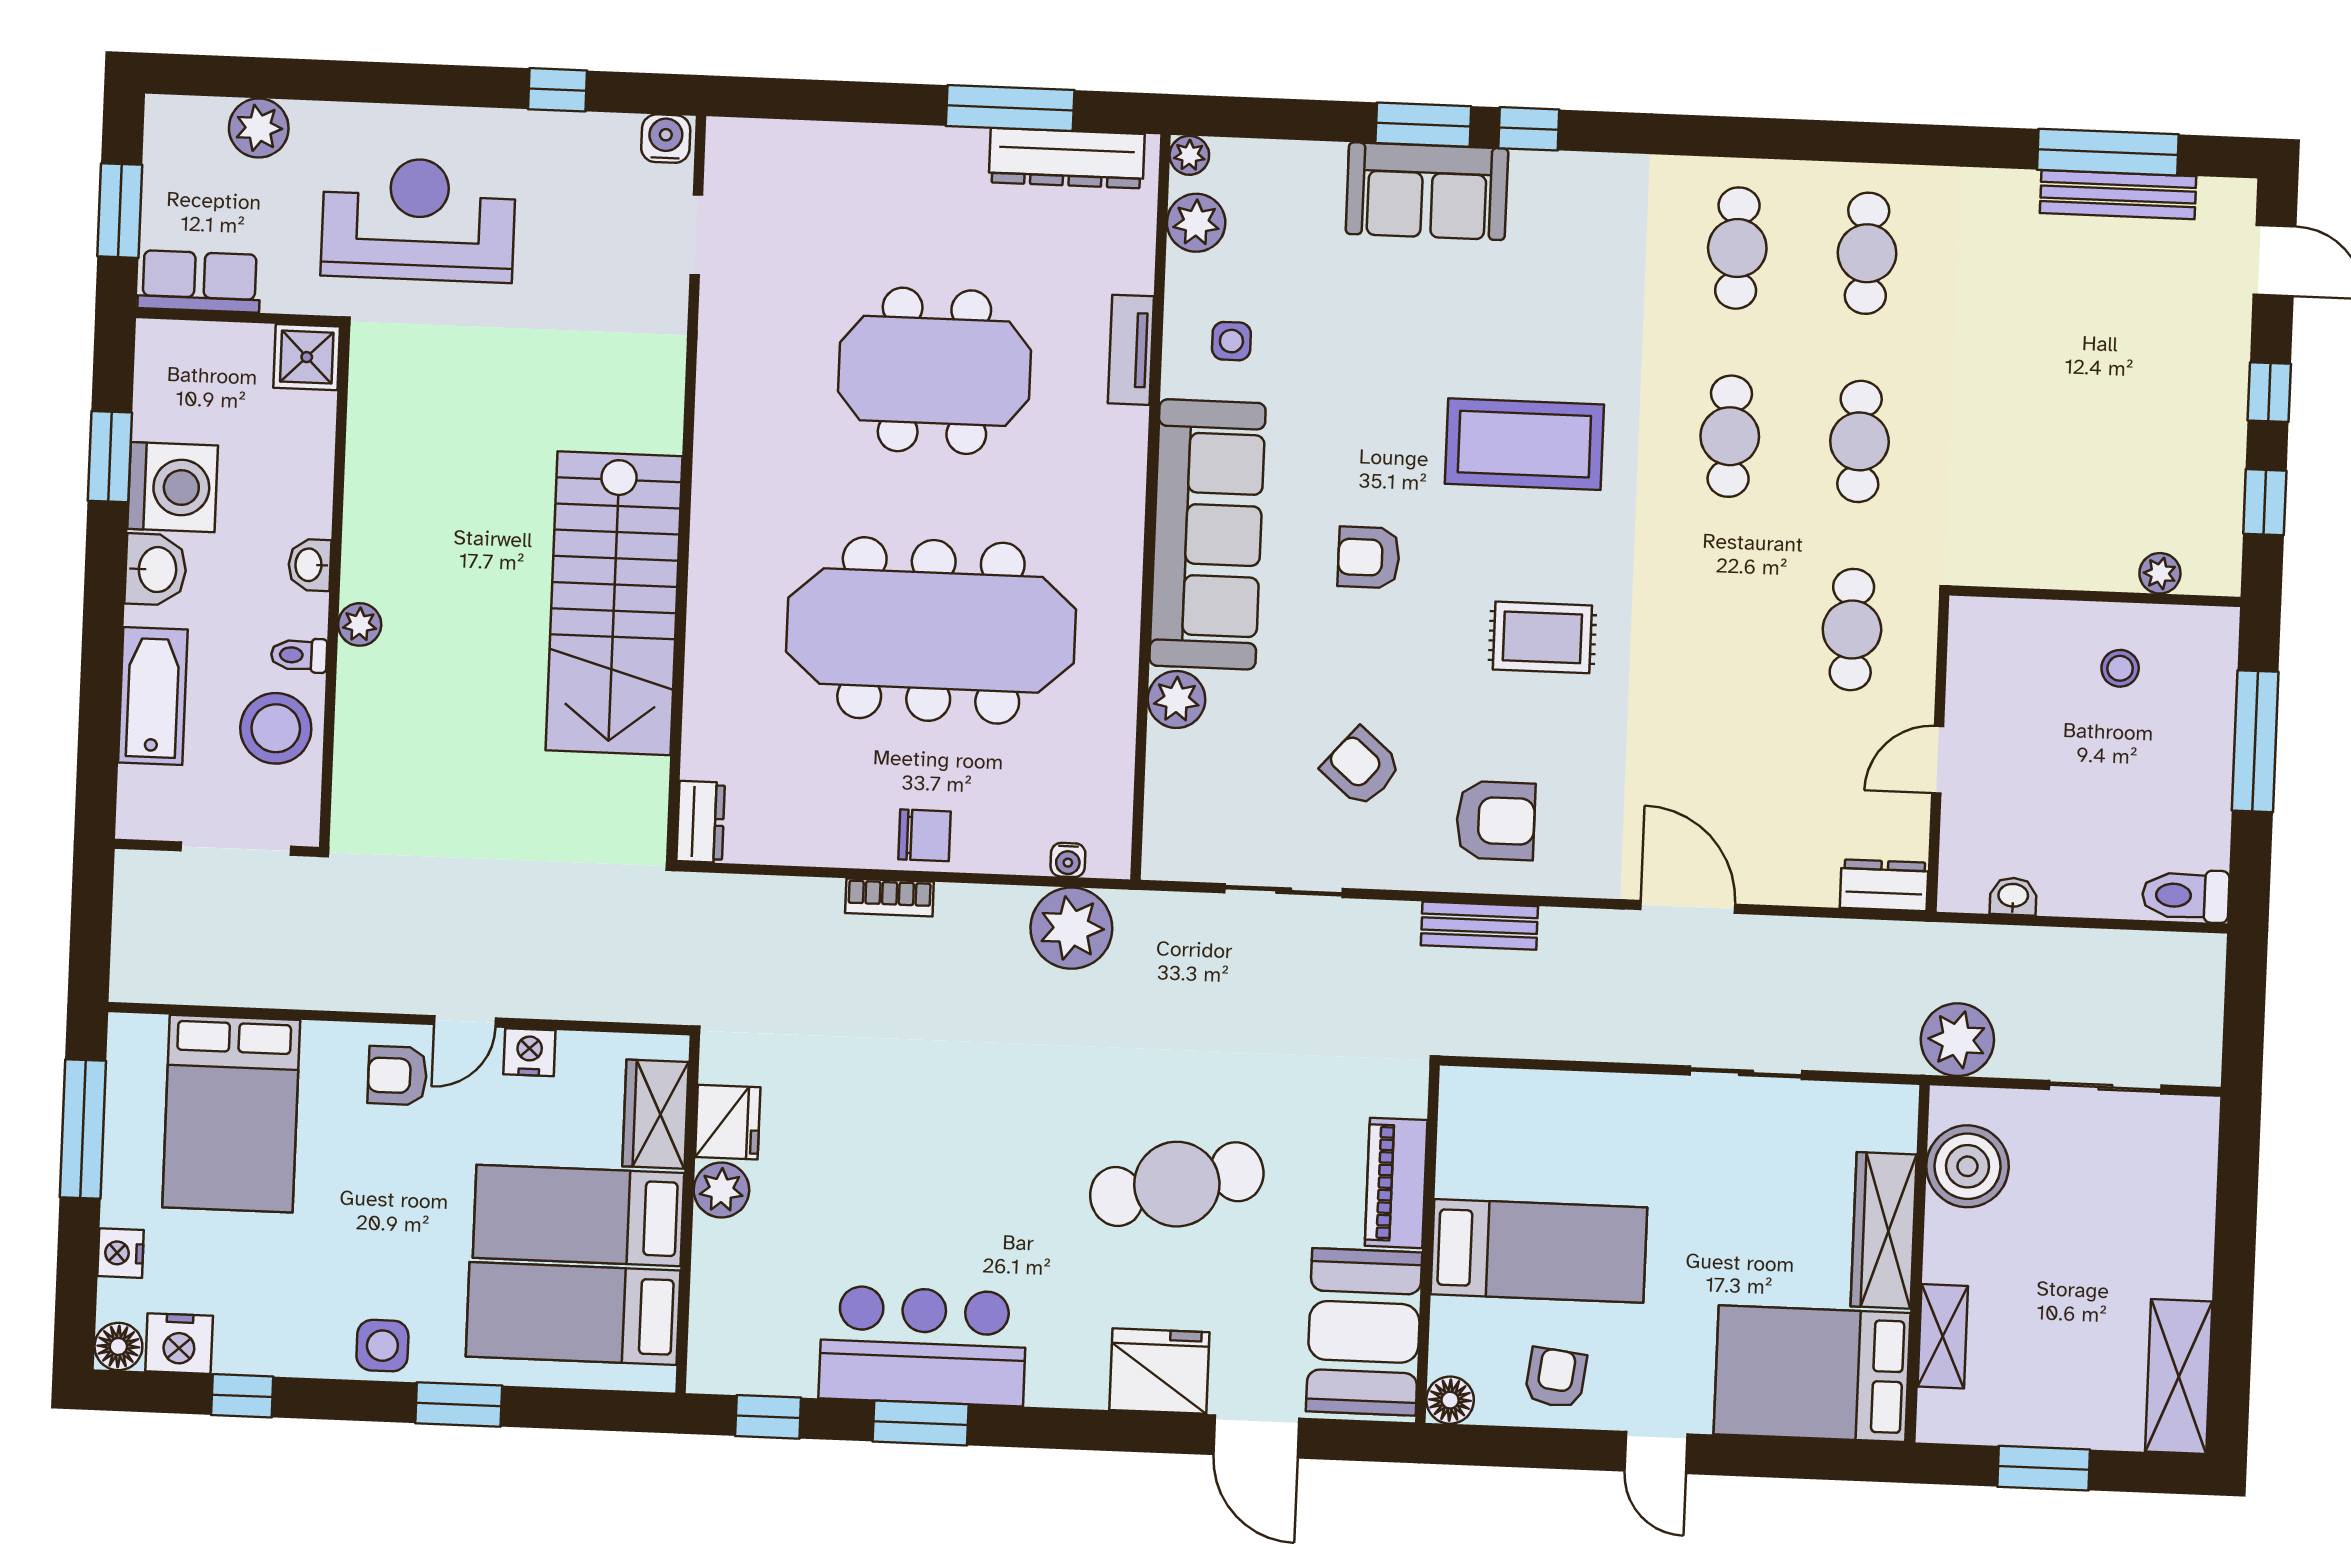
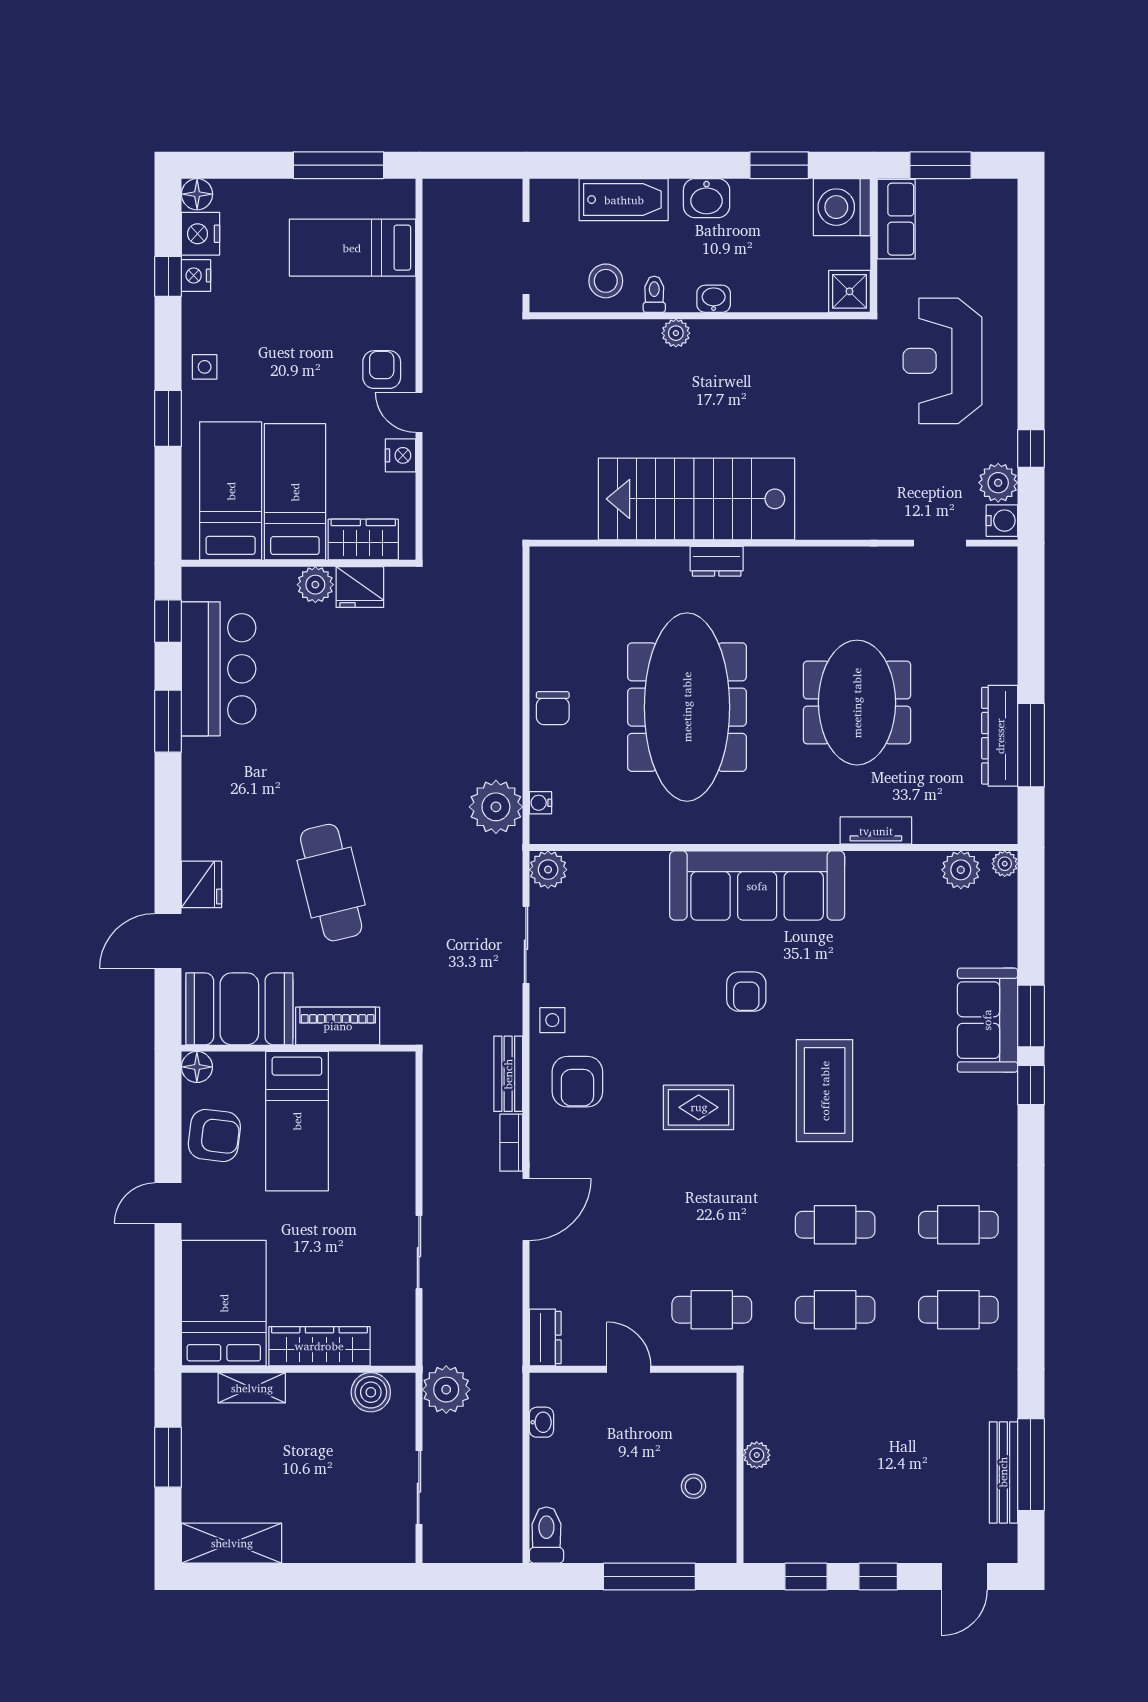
plant: (259, 128) -> (998, 483), moved
dresser: (1067, 158) -> (1000, 736), moved
reception desk: (418, 219) -> (942, 361), turned 180
side table: (1231, 341) -> (552, 1020), moved
washing machine: (173, 487) -> (842, 207), moved, turned 90
armchair: (1369, 557) -> (746, 992), turned 180
plant: (2160, 573) -> (757, 1455), moved
rug: (1542, 637) -> (699, 1107), turned 90
plant: (1177, 699) -> (548, 870), moved
stool: (276, 728) -> (606, 281), width x0.73, depth x0.73
armchair: (1361, 767) -> (609, 992), removed
dresser: (701, 822) -> (717, 561), moved
bookcase: (889, 897) -> (511, 1143), moved
bed: (231, 1114) -> (352, 248), width x0.67
boiler: (1967, 1166) -> (371, 1392), width x0.73, depth x0.73
nightstand: (121, 1253) -> (196, 276), moved, turned -90
side table: (382, 1346) -> (205, 367), width x0.73, depth x0.73
bar counter: (923, 1346) -> (219, 669), moved
fridge: (1159, 1371) -> (202, 884), width x0.73, depth x0.75
armchair: (1556, 1378) -> (214, 1135), width x1.38, depth x1.38

